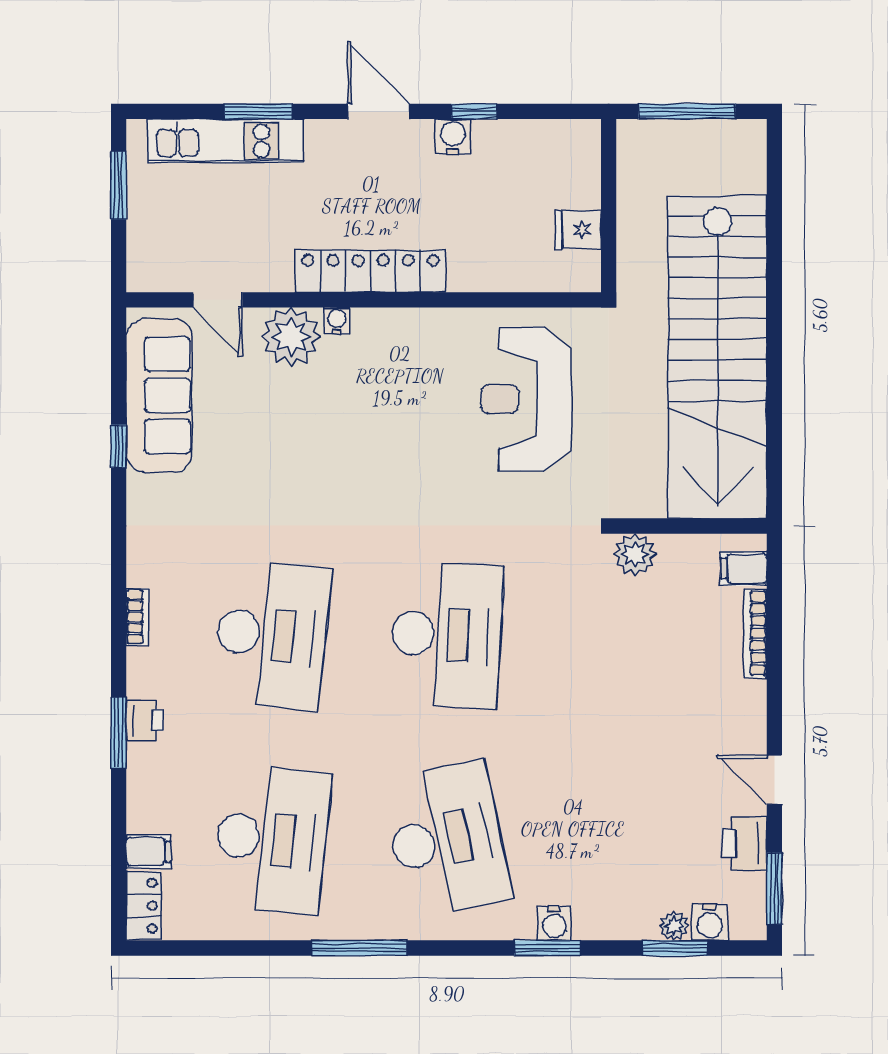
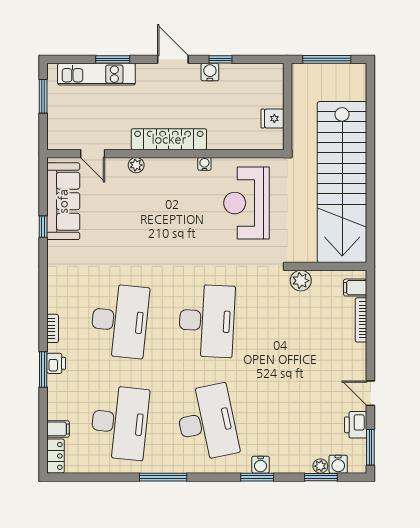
water cooler: (337, 321) -> (204, 164), moved
plant: (291, 337) -> (136, 165), width x0.53, depth x0.53
bookcase: (138, 617) -> (53, 328), moved

